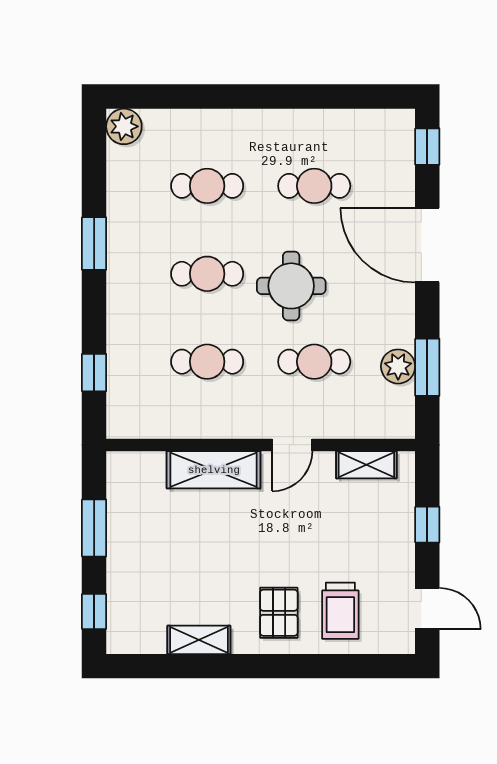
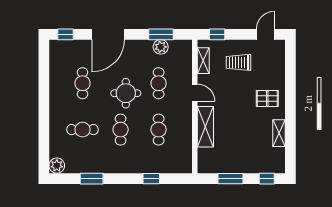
cafe table: (207, 186) -> (83, 130), turned 90
window: (94, 244) -> (92, 179), moved
window: (94, 373) -> (151, 179), moved
window: (427, 525) -> (217, 34), moved
trolley: (340, 611) -> (238, 62), moved, turned 180

